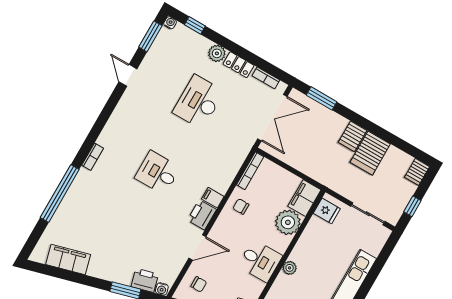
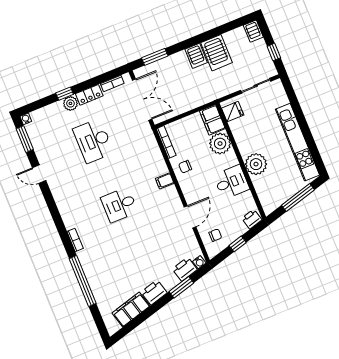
window: (195, 25) -> (65, 94), moved
printer: (202, 215) -> (154, 292), moved, turned 75
plant: (290, 268) -> (256, 164), width x1.87, depth x1.87

